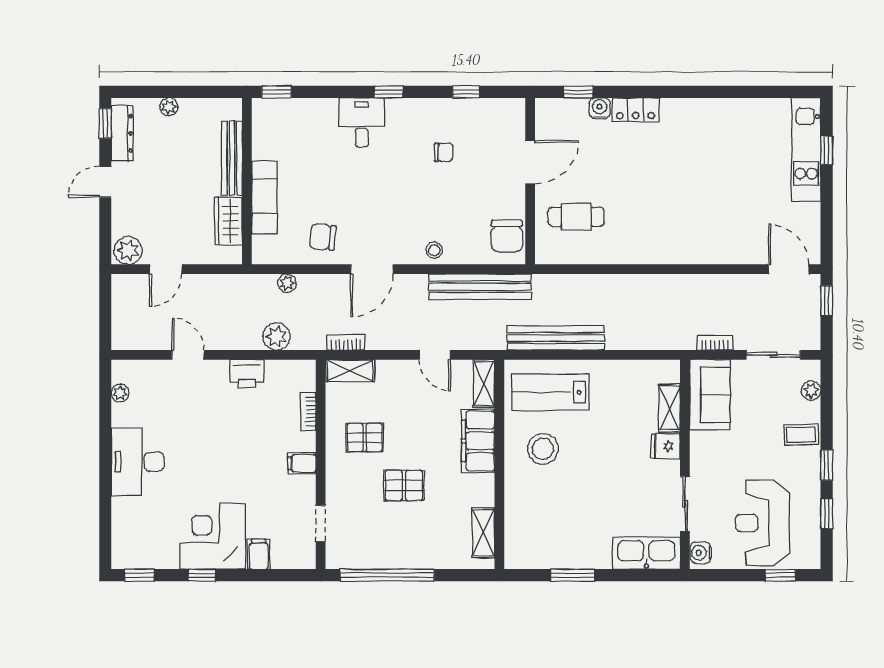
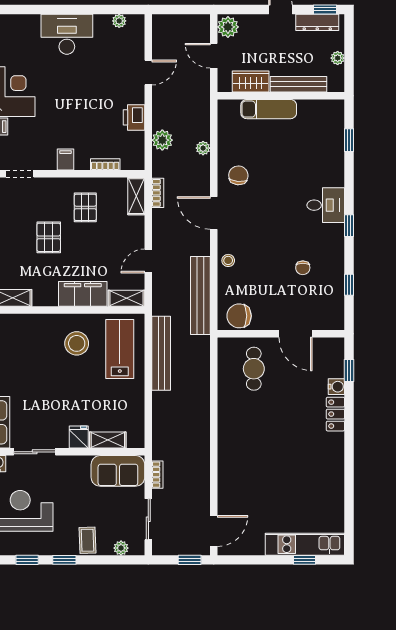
bench: (232, 158) -> (299, 84), moved
wall: (247, 181) -> (281, 96), moved
exam couch: (264, 197) -> (269, 109), moved
wardrobe: (228, 221) -> (251, 82), moved

